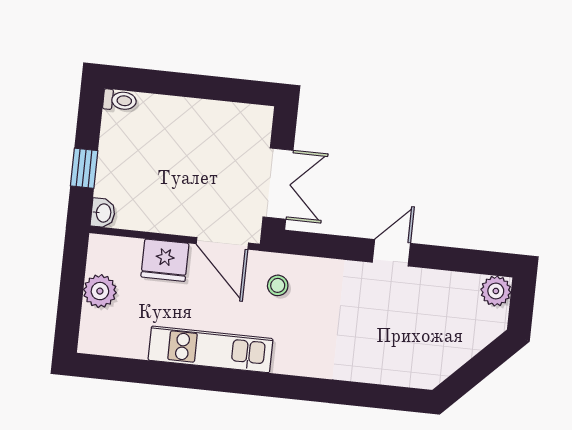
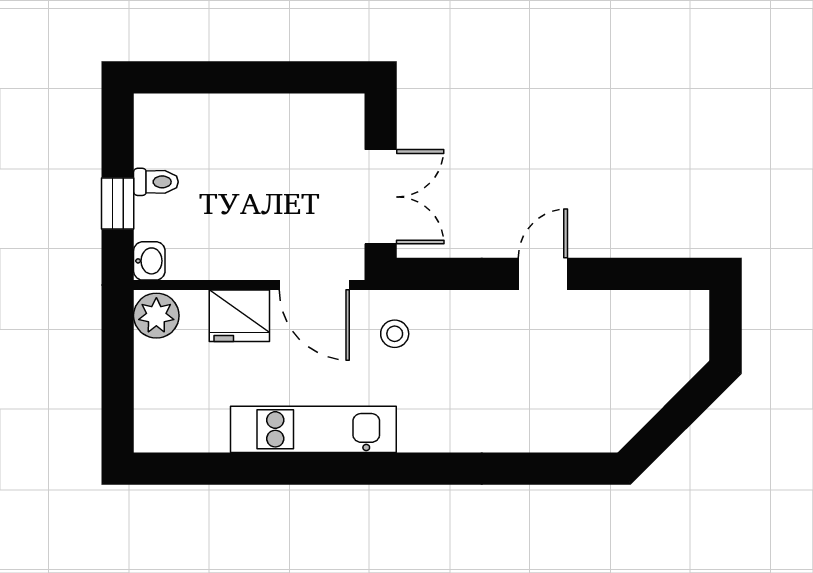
toilet: (120, 100) -> (156, 182), moved
plant: (100, 291) -> (156, 316), moved
plant: (496, 291) -> (689, 310), removed

